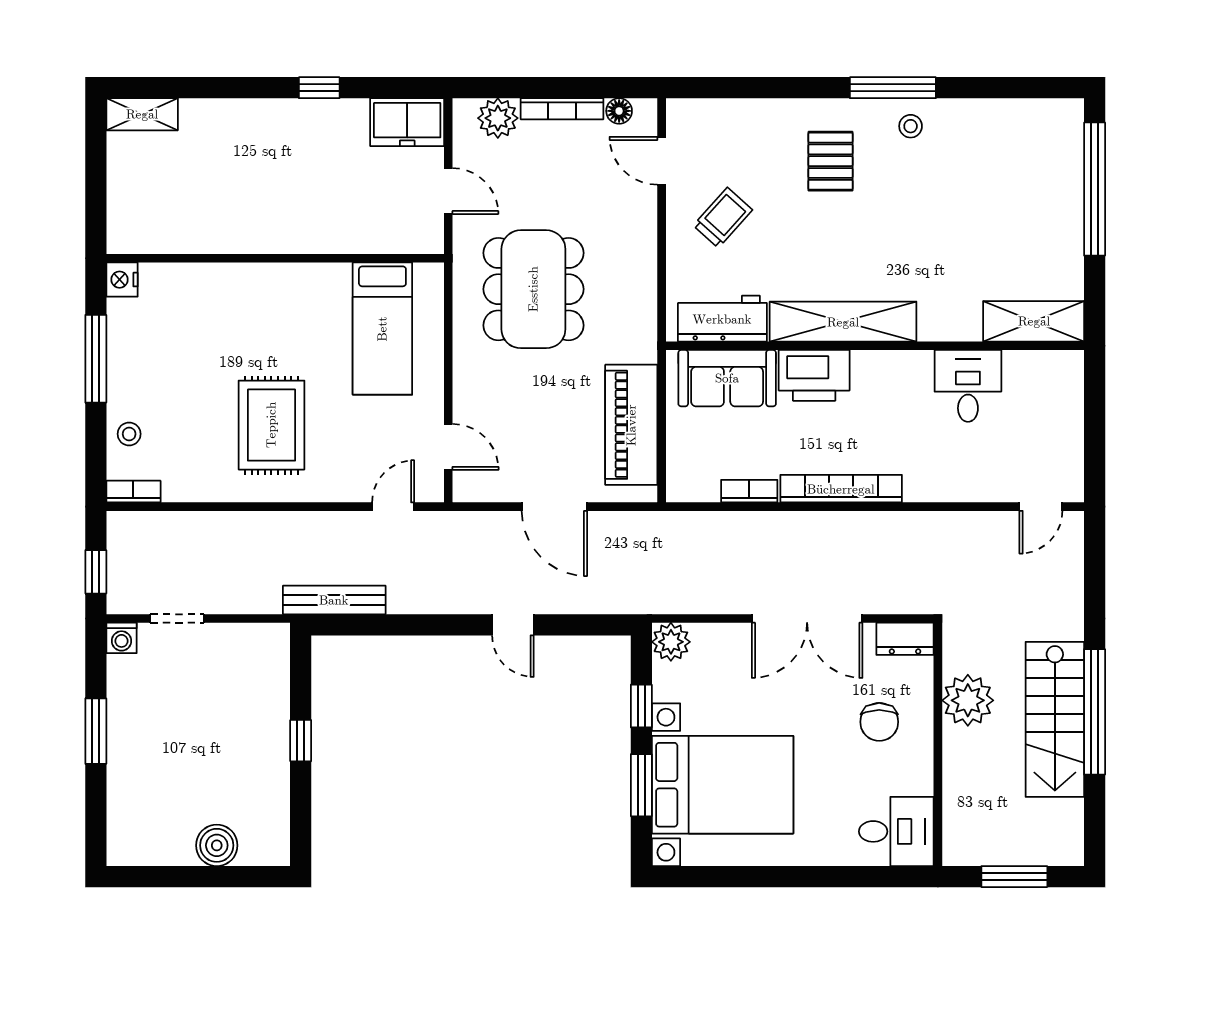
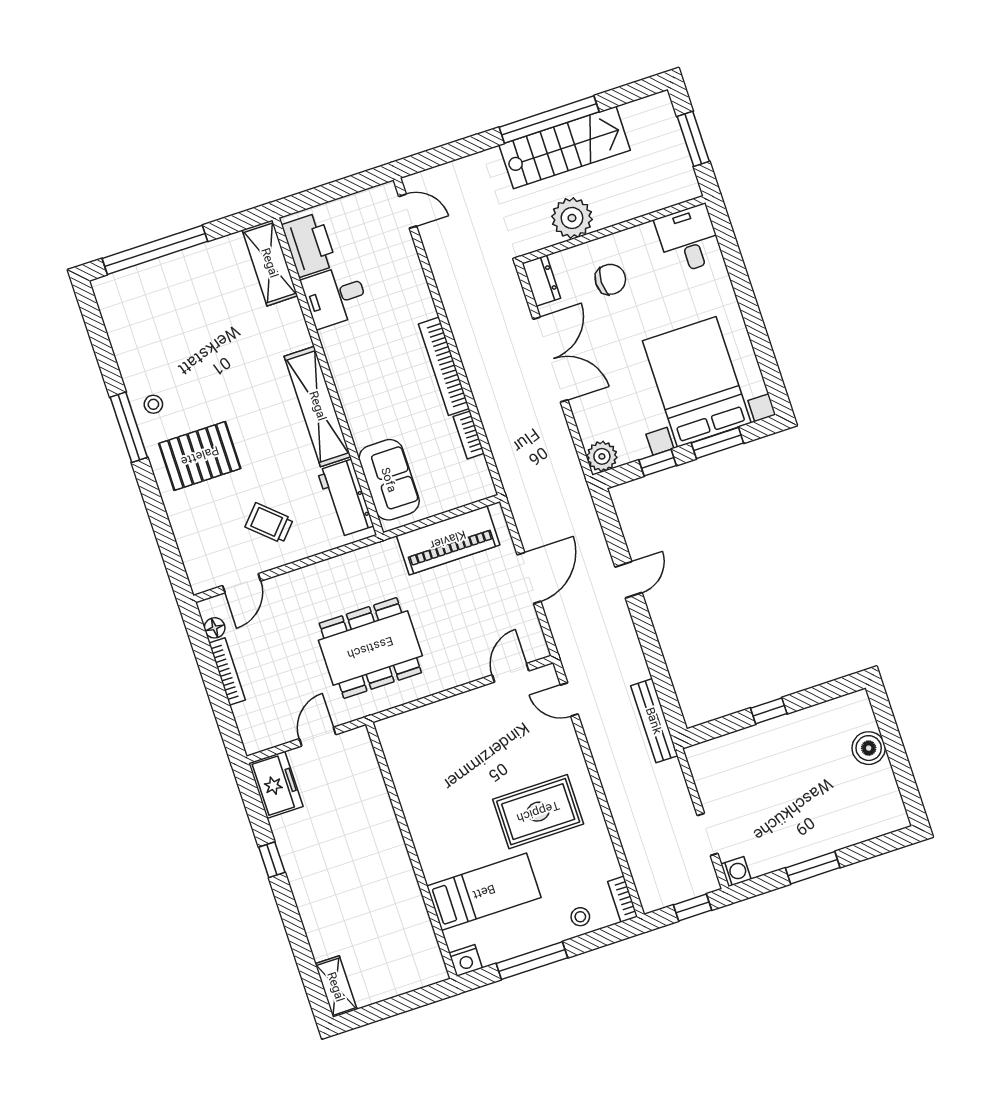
plant: (498, 118) -> (250, 718), removed
pallet: (830, 161) -> (200, 456), width x1.50, depth x1.42
bed: (382, 329) -> (484, 892), moved
printer: (814, 375) -> (309, 245), moved

